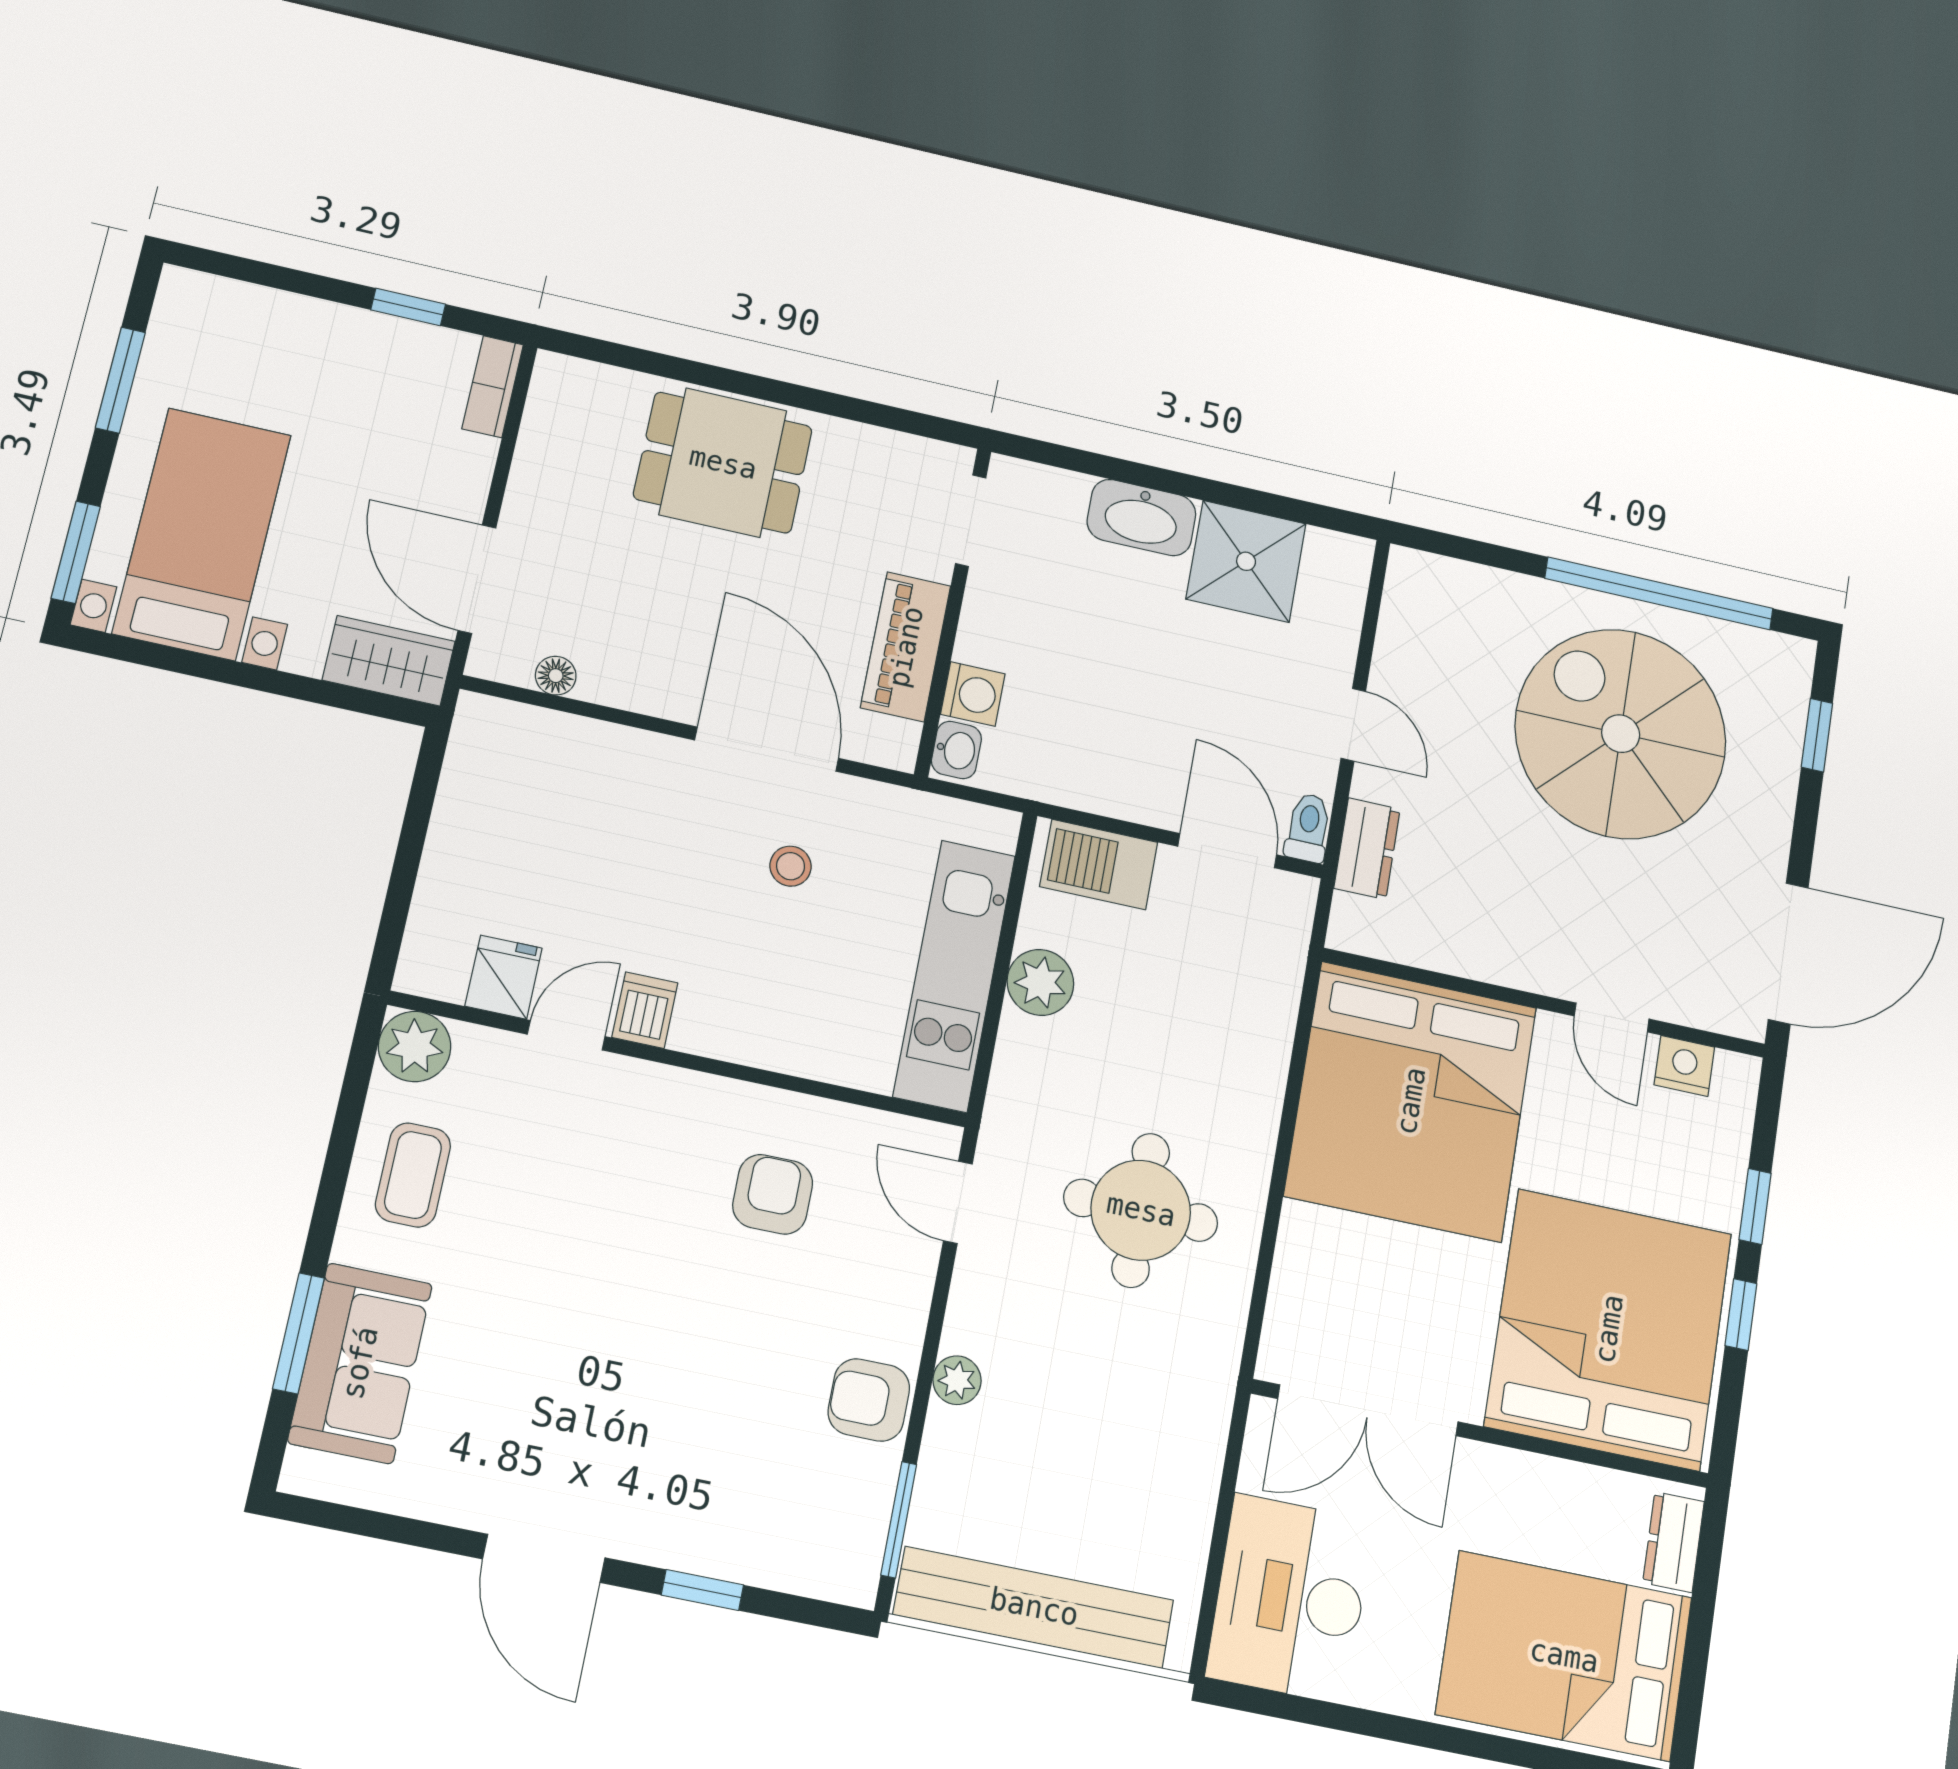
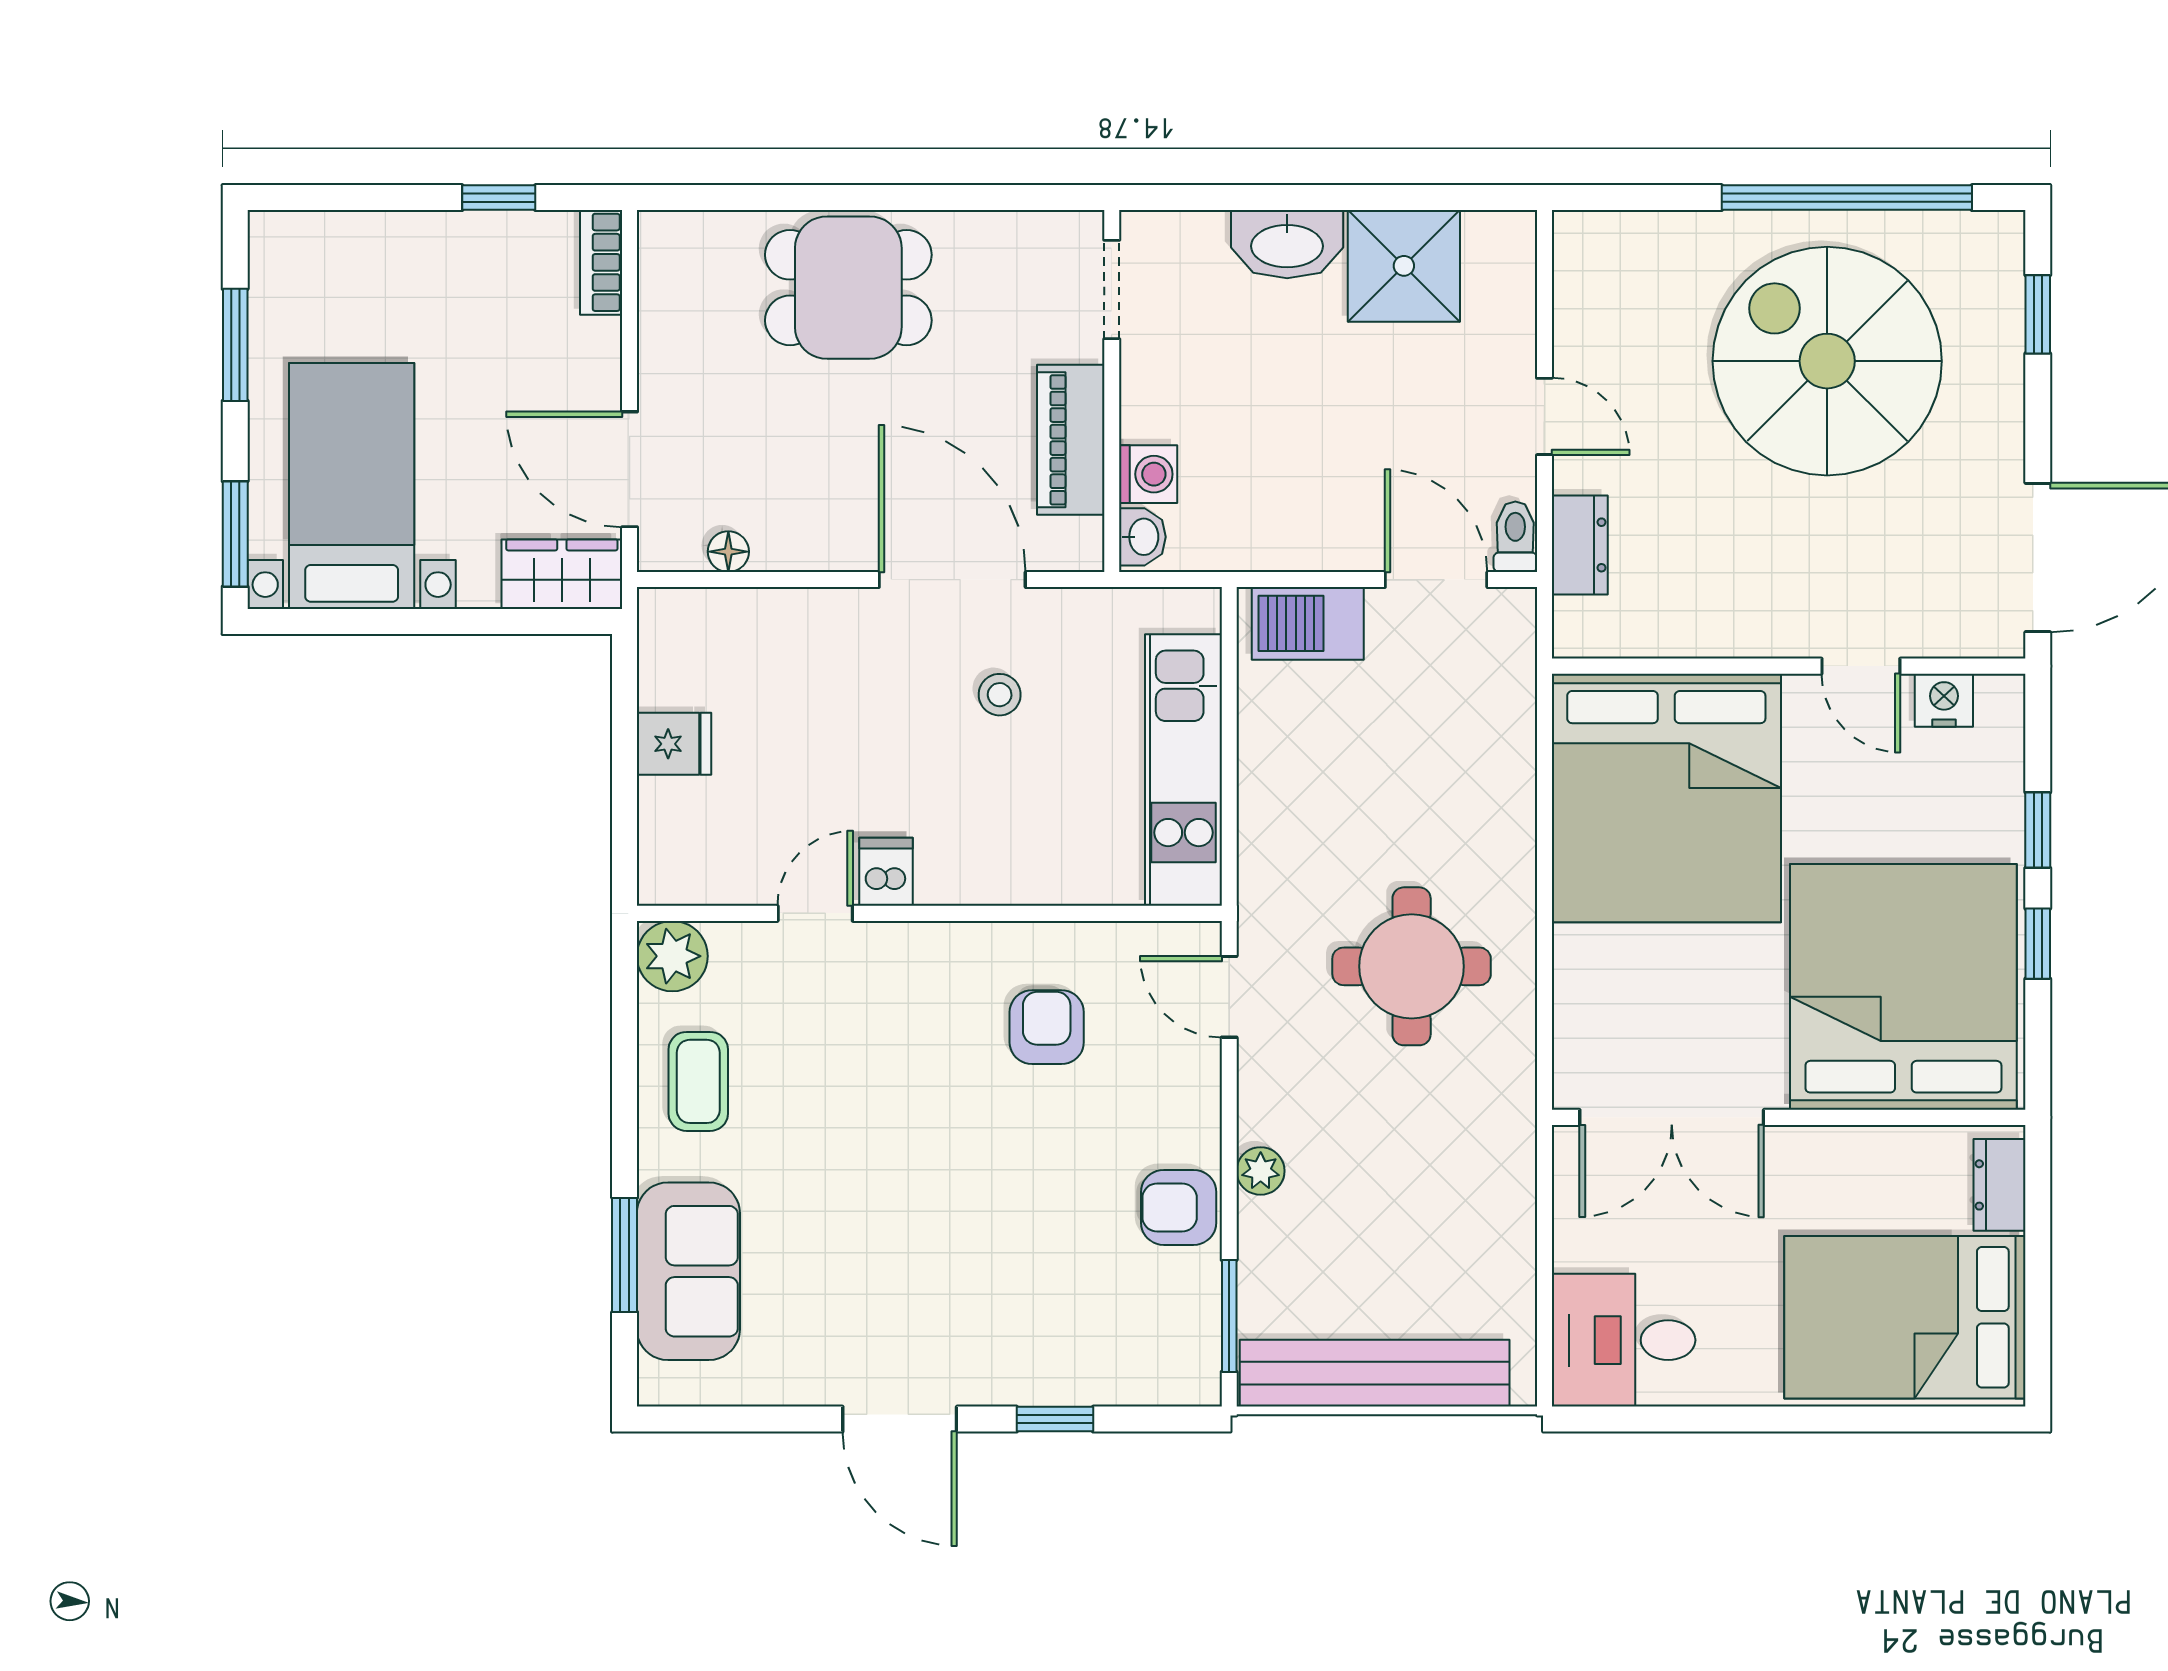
fridge: (504, 977) -> (674, 744), moved, turned 90
plant: (1040, 982) -> (1271, 758), removed
desk: (1290, 1598) -> (1624, 1340), width x0.73

